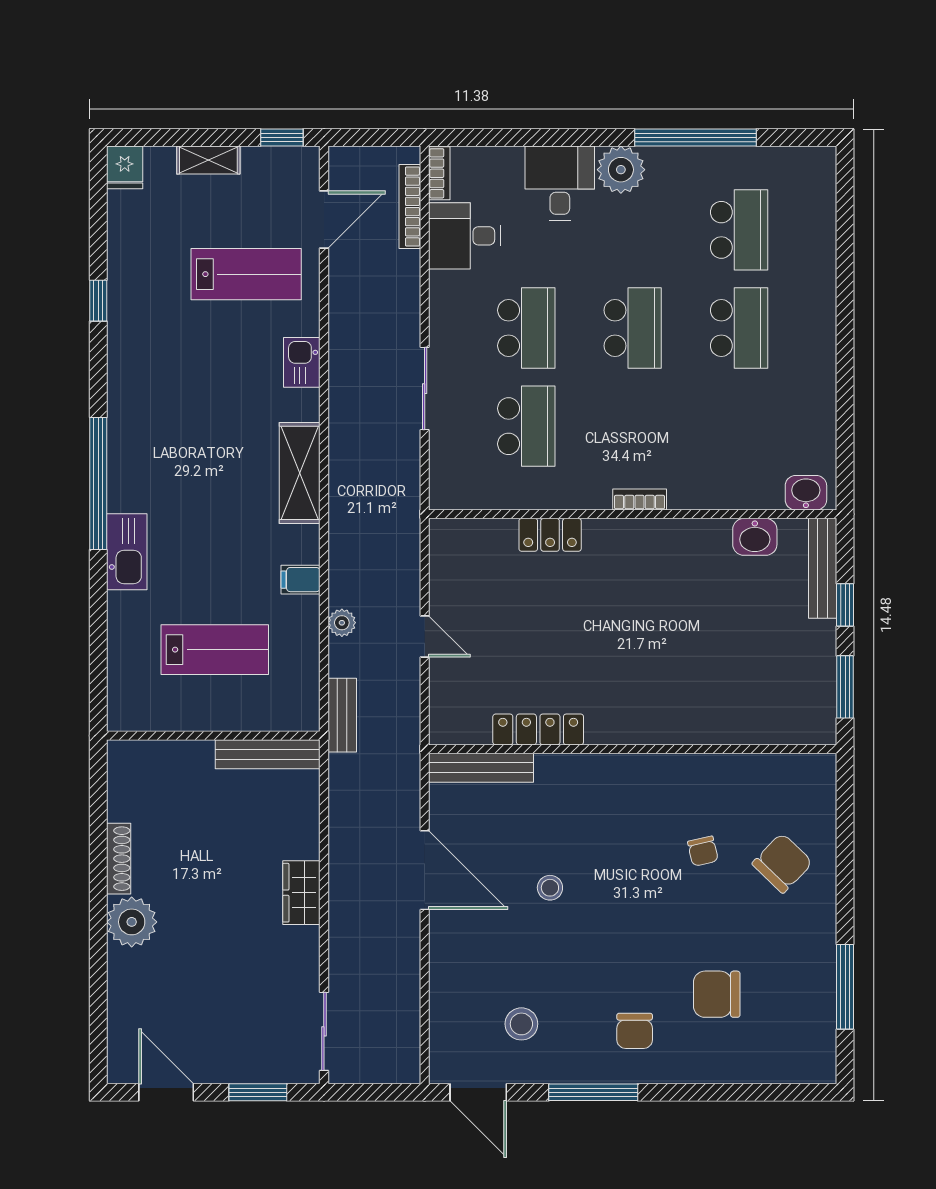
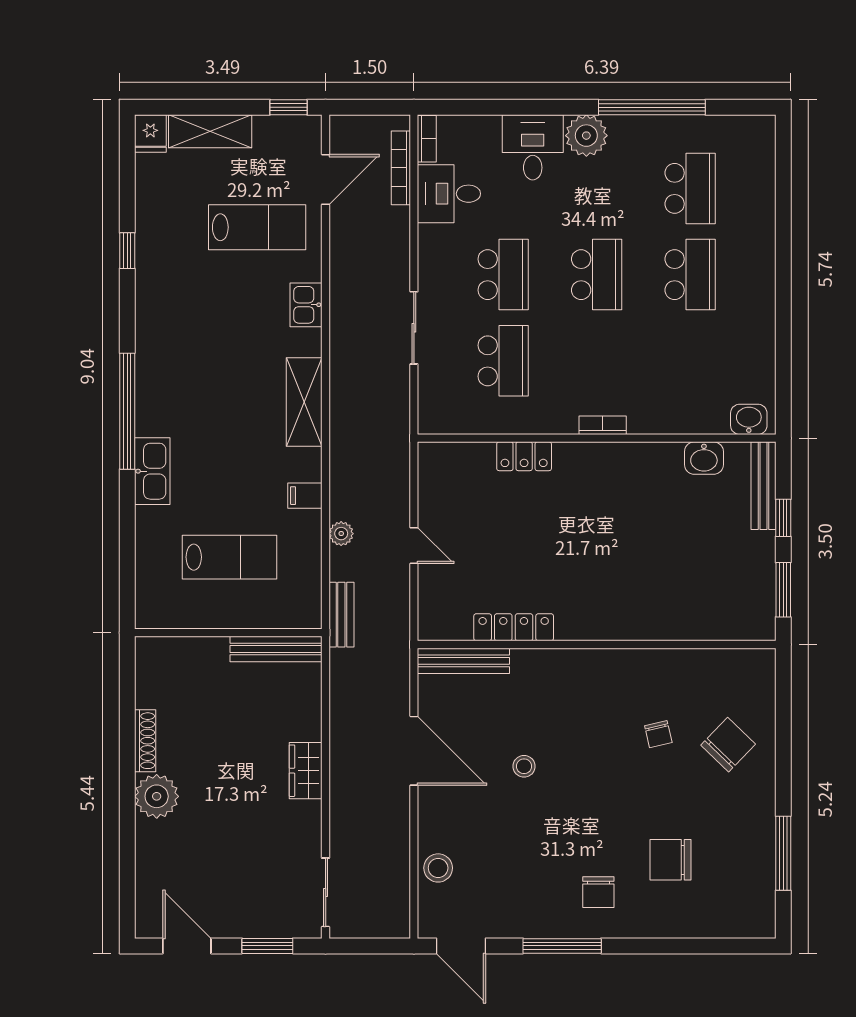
shelving: (208, 160) -> (210, 131), width x1.50, depth x1.33
stool: (521, 1024) -> (438, 868), moved

